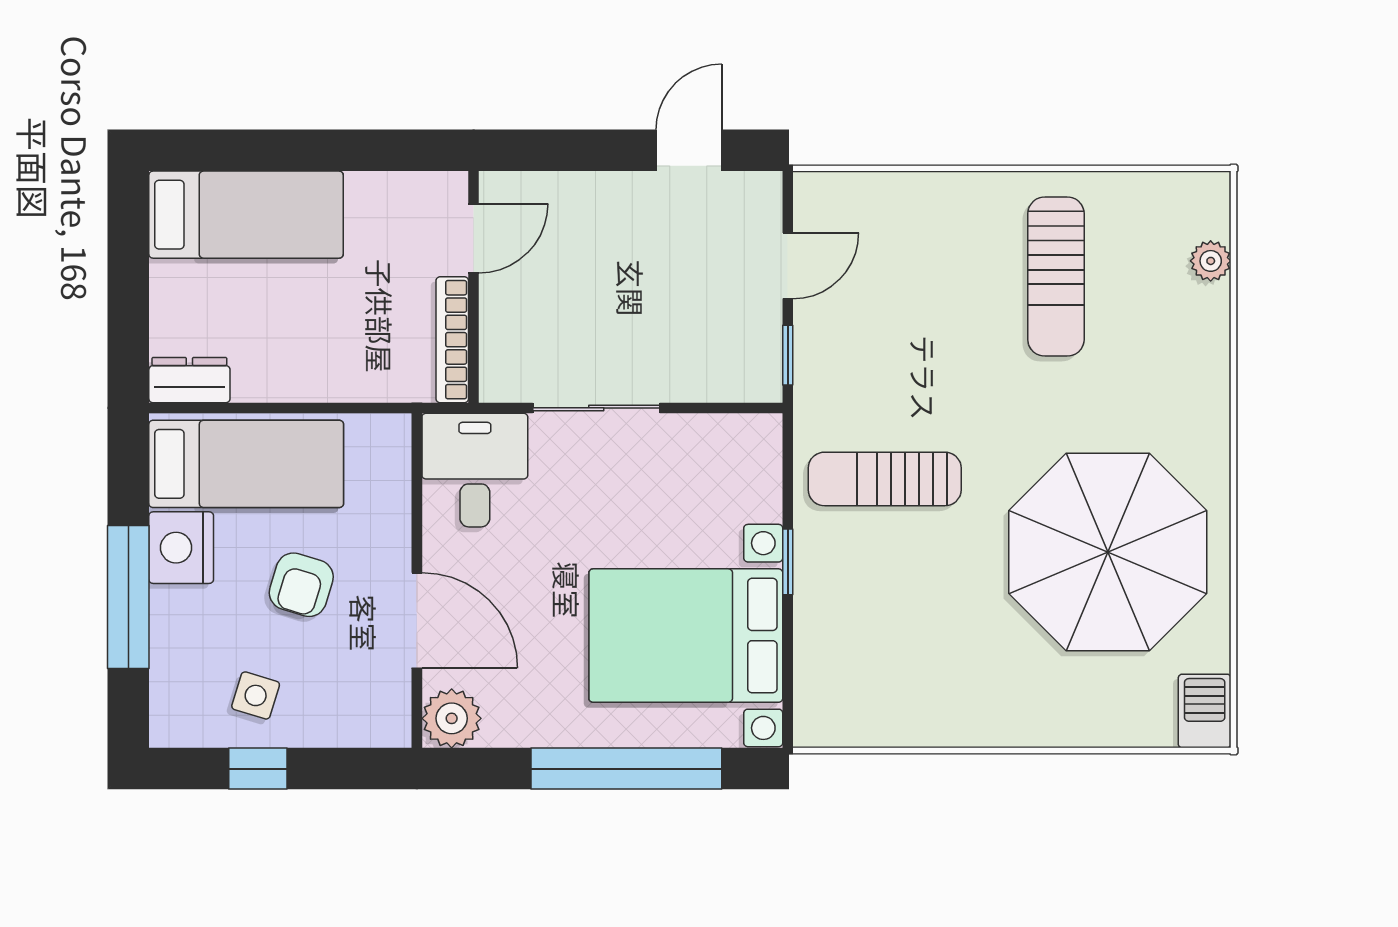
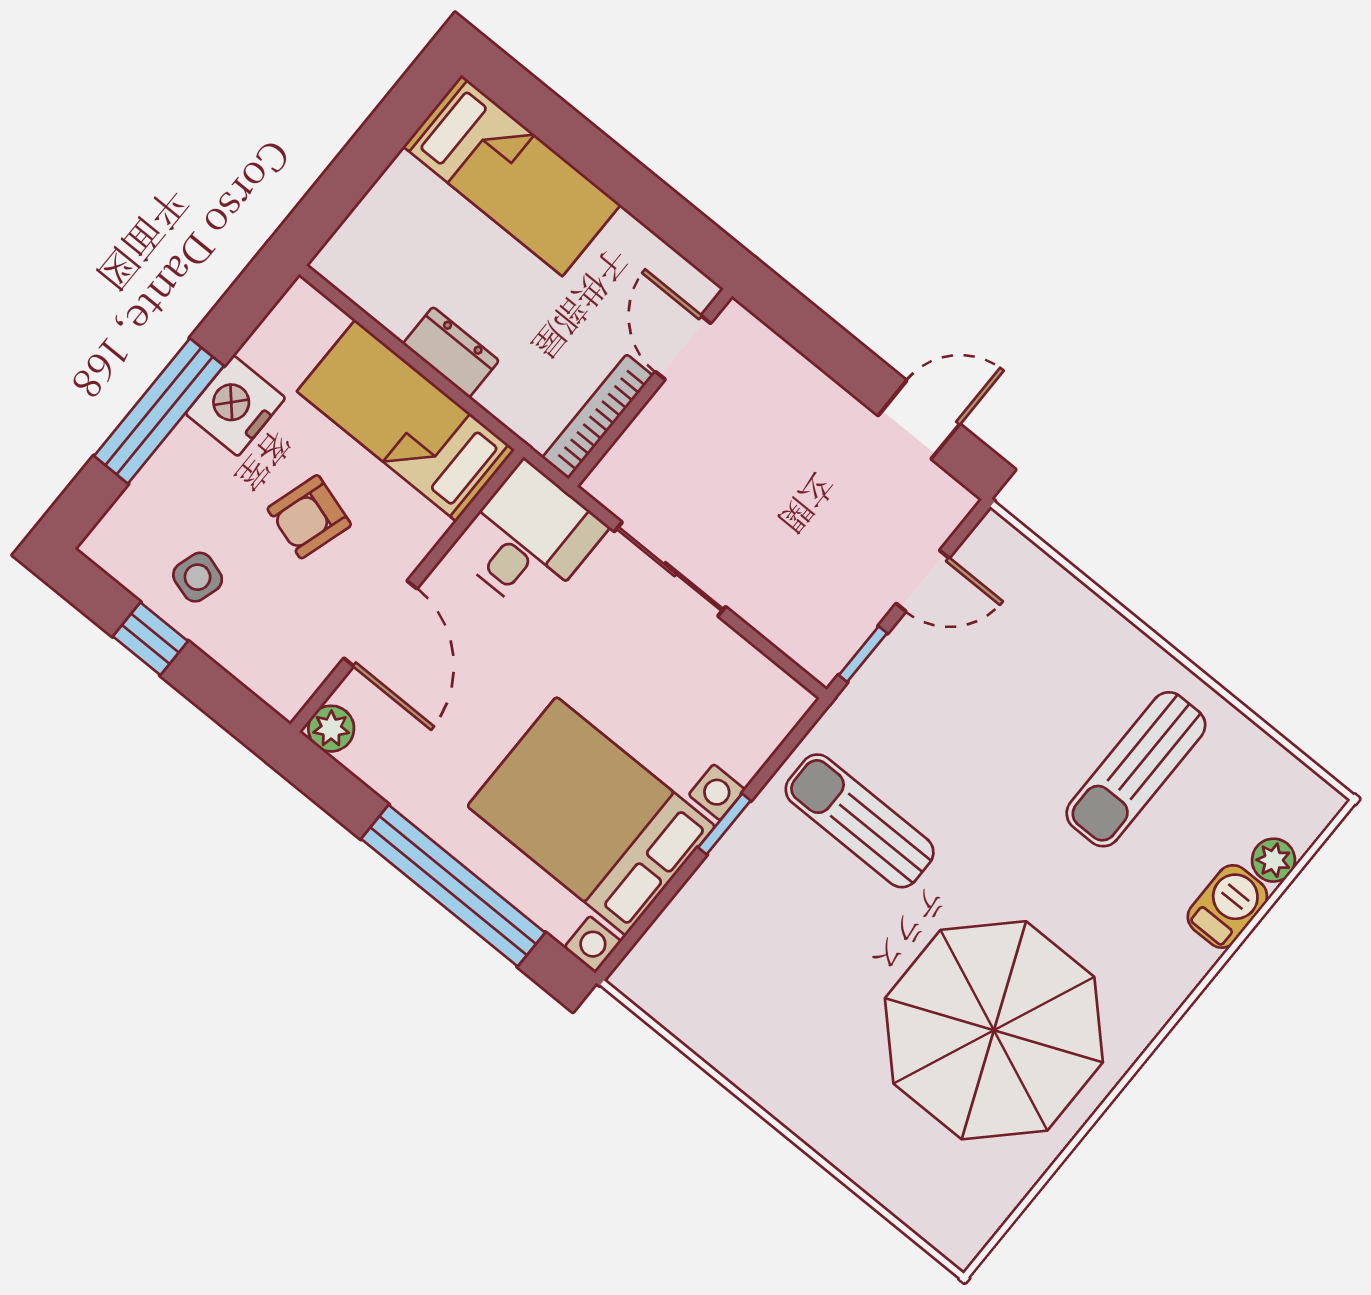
door: (474, 238) -> (683, 347), swing flipped
dresser: (189, 380) -> (451, 352), moved
bed: (246, 464) -> (406, 421), moved, turned 180
barbecue: (1205, 711) -> (1227, 906), moved
plant: (452, 718) -> (331, 729), width x0.73, depth x0.73

